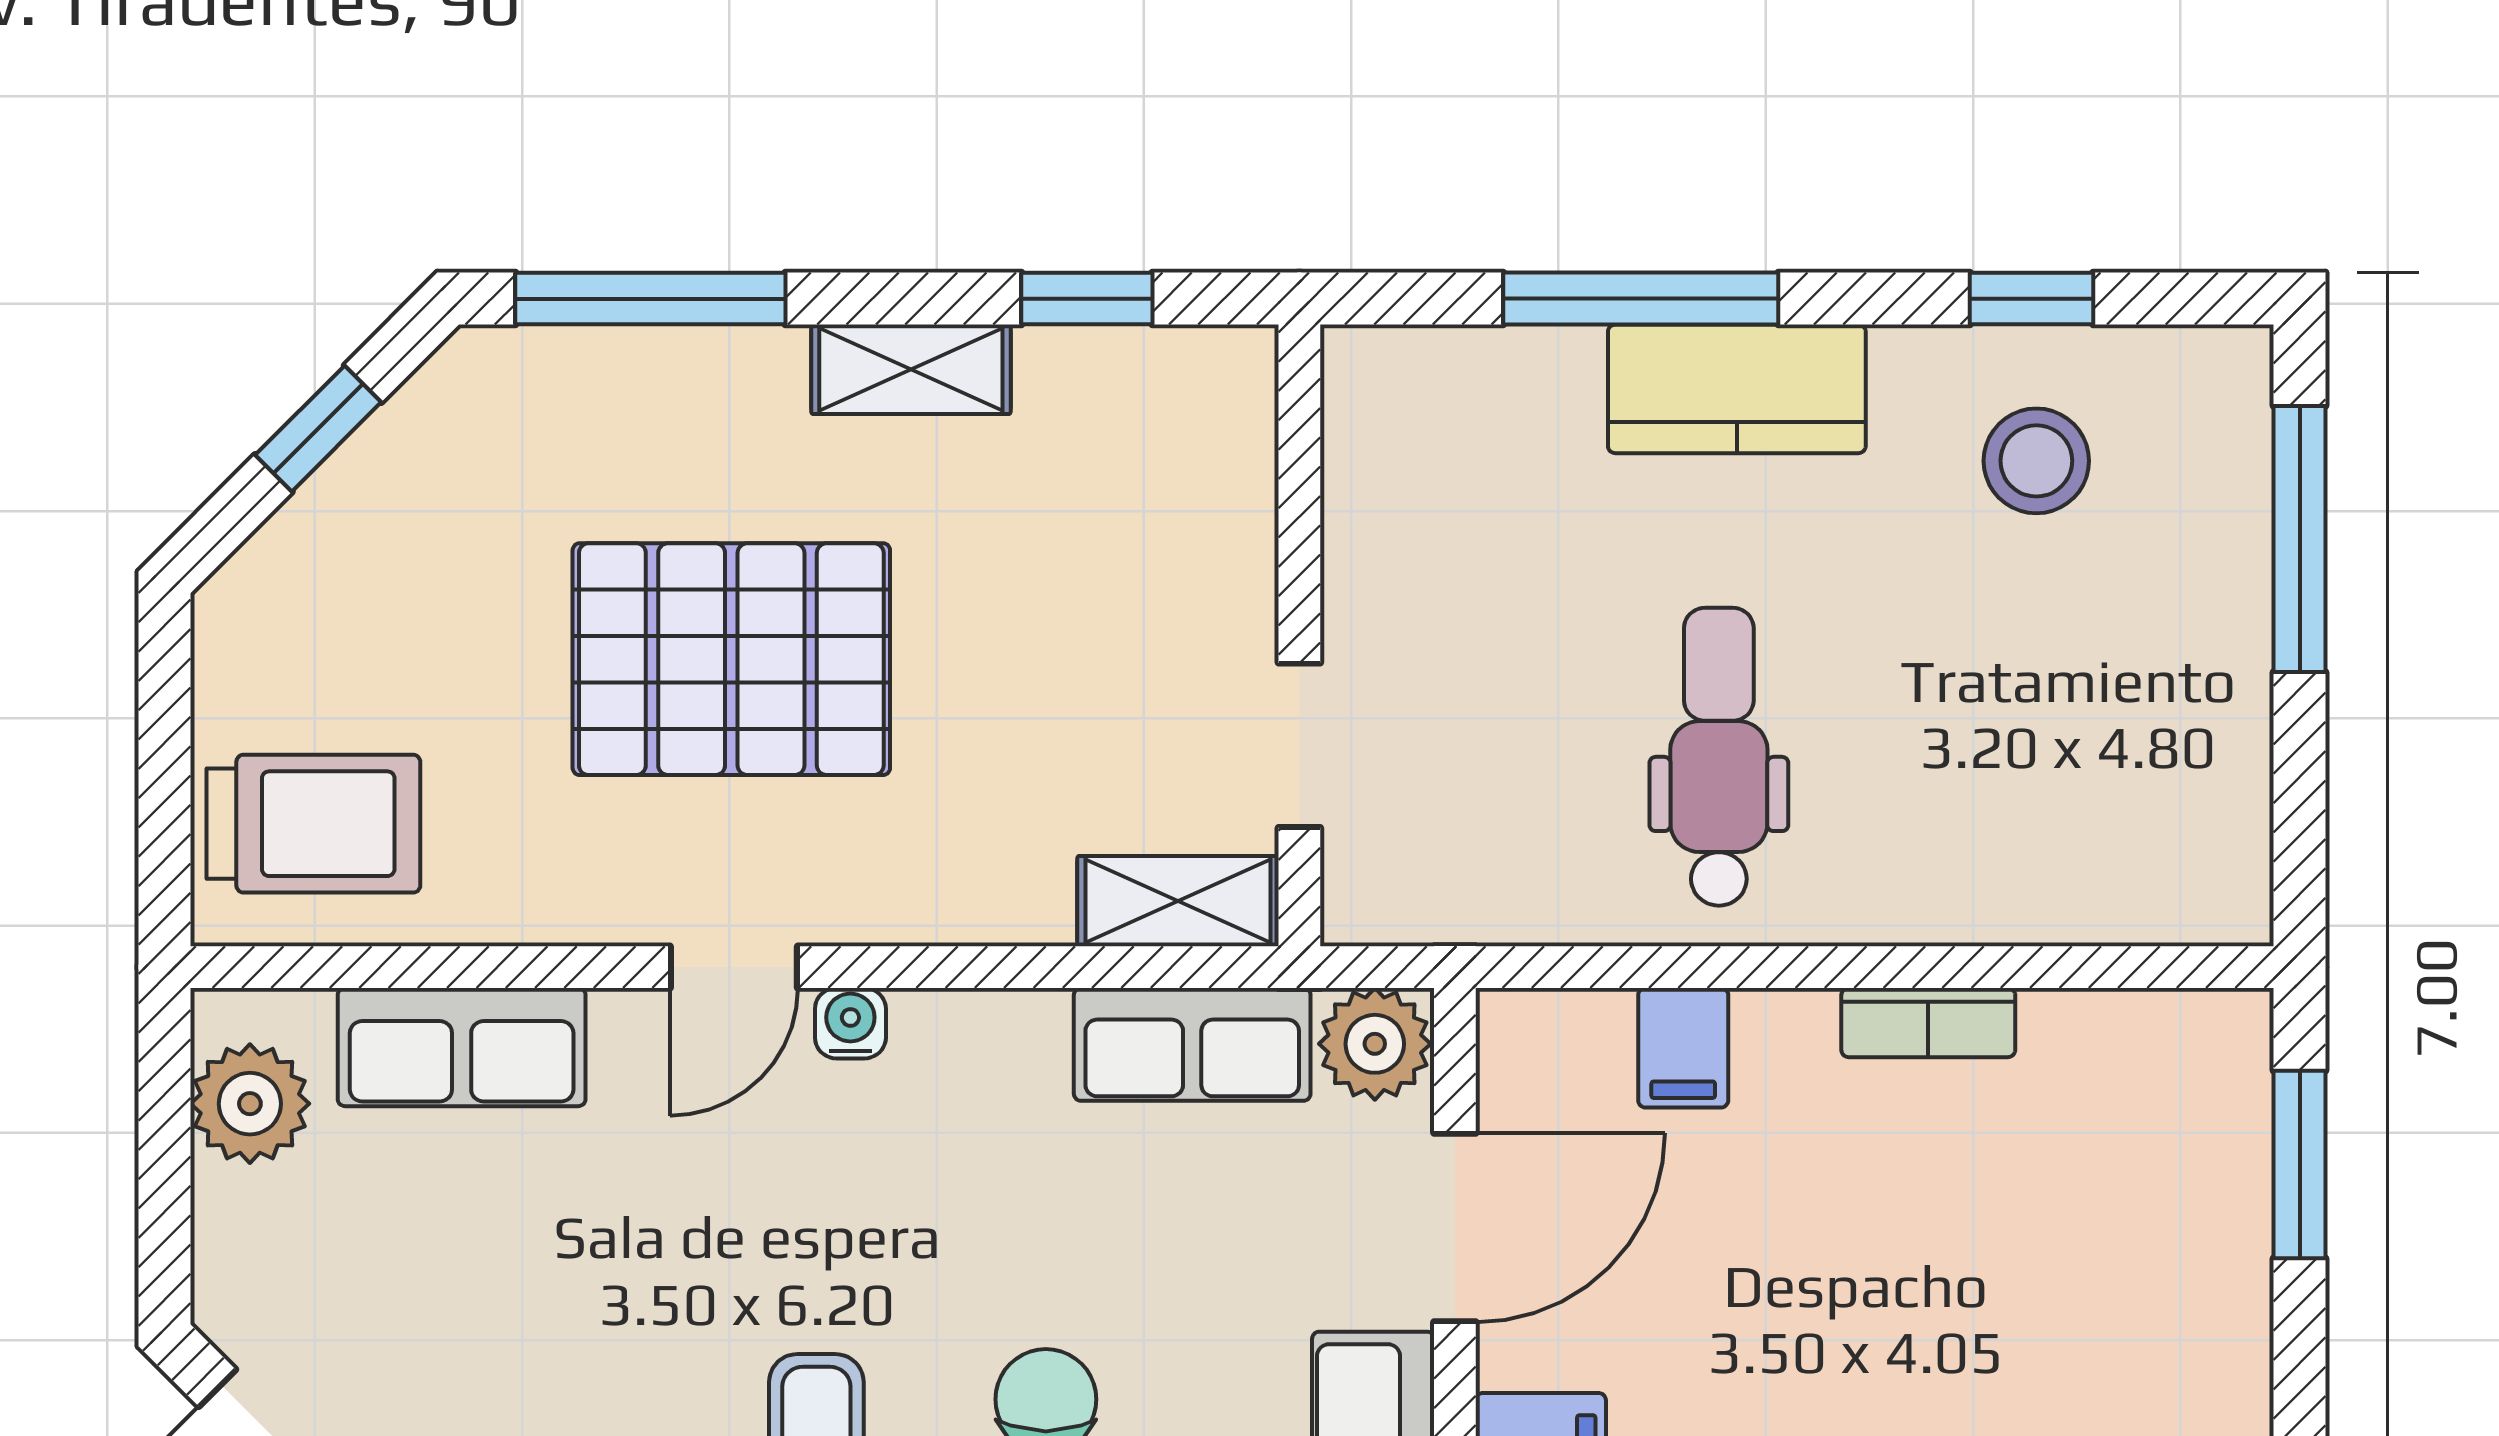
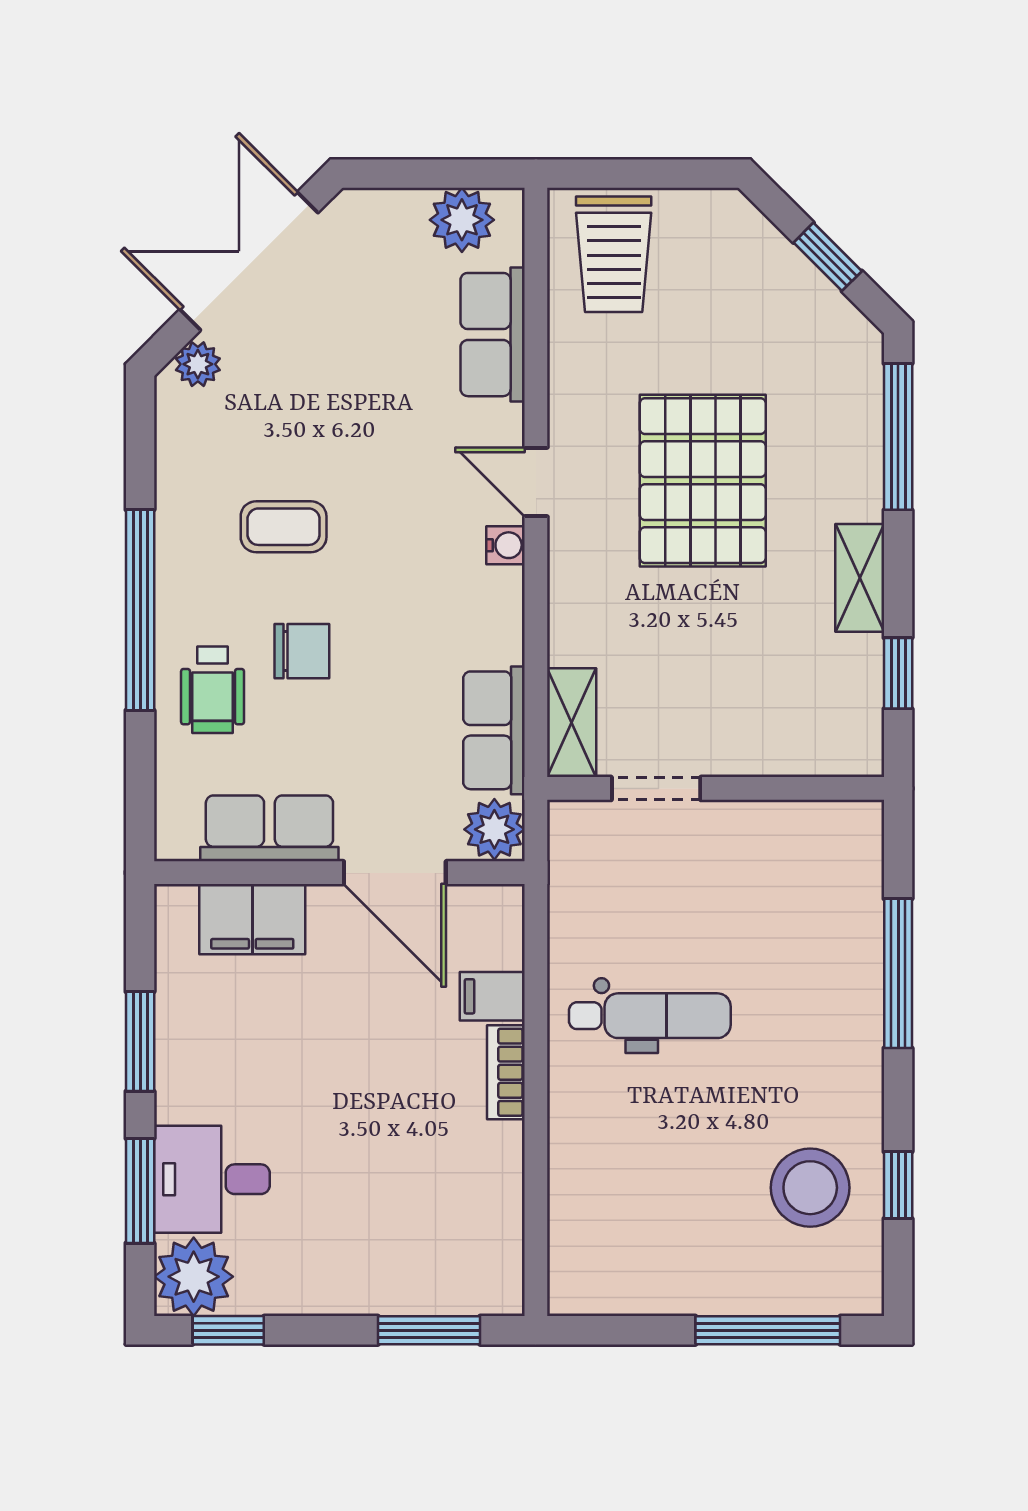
kitchen counter: (1737, 389) -> (849, 1025), removed
stool: (2036, 461) -> (810, 1188), width x1.38, depth x1.38
bookcase: (1928, 1023) -> (506, 1072), moved

